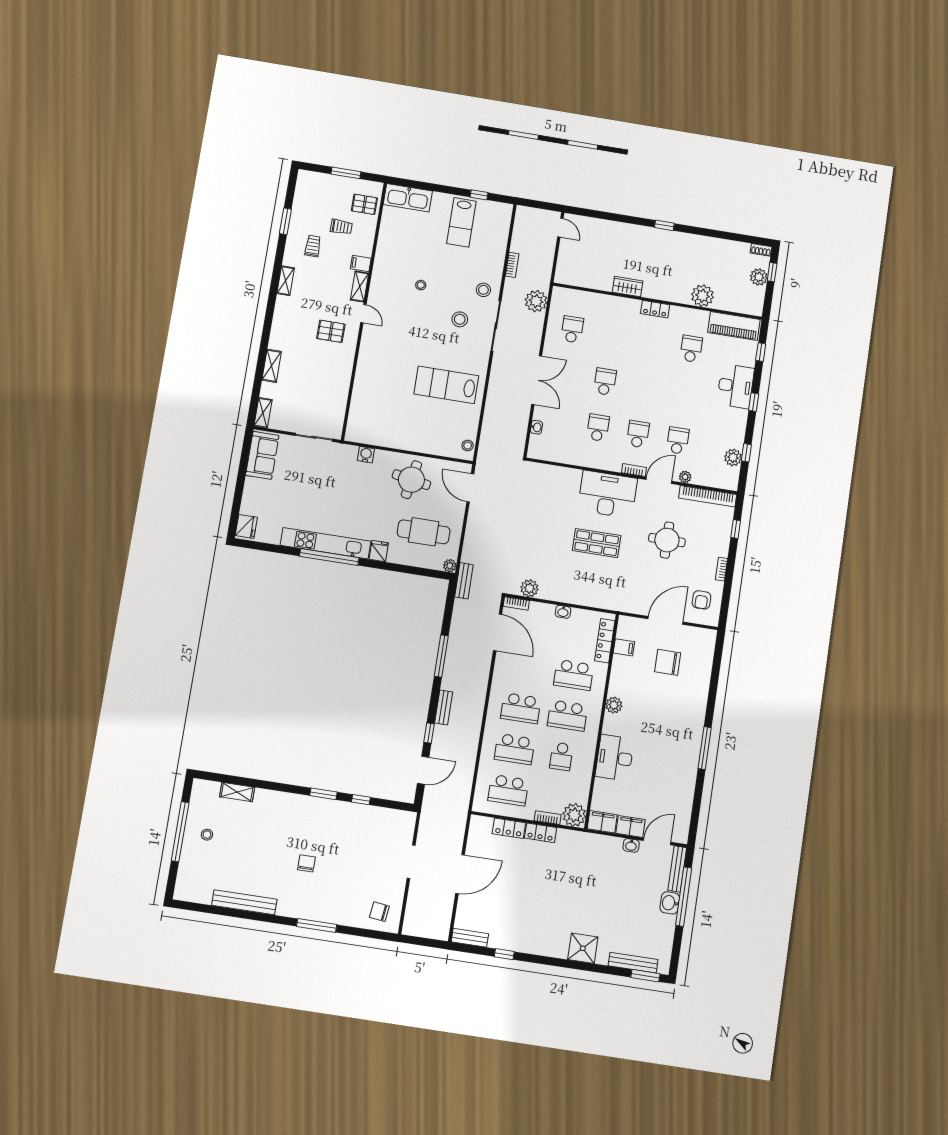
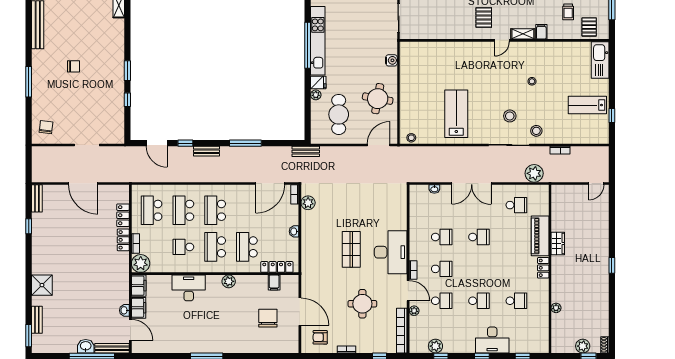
plant: (703, 296) -> (556, 308), width x0.53, depth x0.53
piano: (734, 326) -> (540, 236), moved
school desk: (684, 395) -> (479, 301), added
plant: (450, 566) -> (316, 95), moved
bench: (633, 963) -> (37, 320), width x0.73

